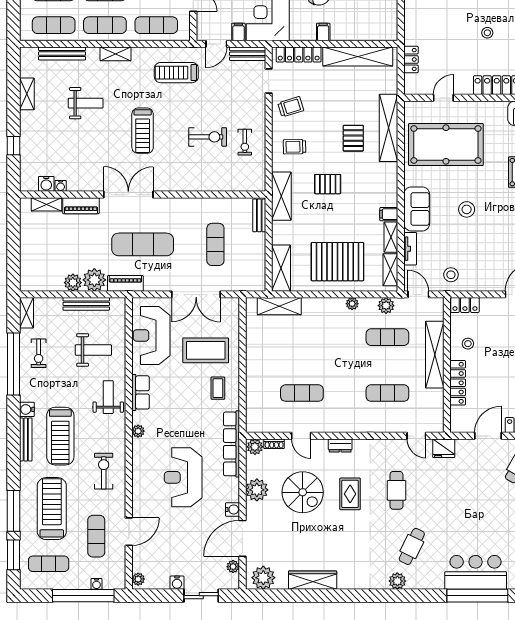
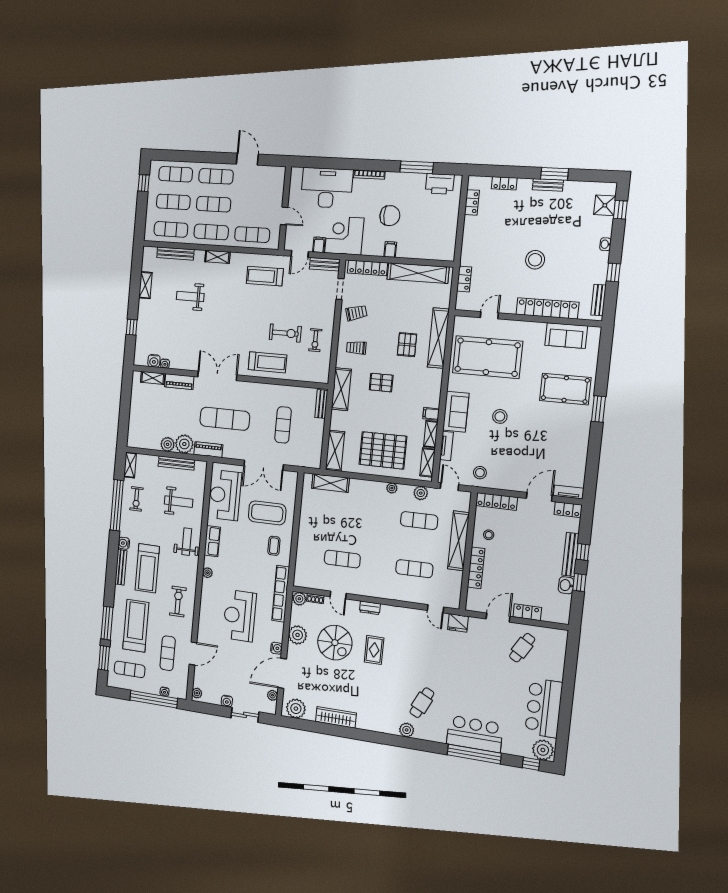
stool: (487, 33) -> (535, 260), width x1.89, depth x1.89
weight bench: (86, 103) -> (190, 296), turned 180
treadmill: (143, 131) -> (268, 362), moved, turned -90
locker: (465, 305) -> (497, 501), width x1.53
cafe table: (396, 490) -> (414, 653), removed

